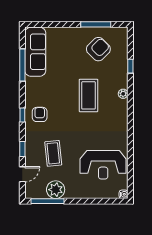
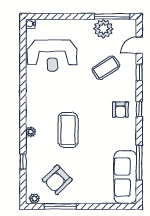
plant: (120, 32) -> (34, 199), added
coffee table: (53, 153) -> (106, 68), turned 63
reception desk: (103, 165) -> (52, 56), turned 180

